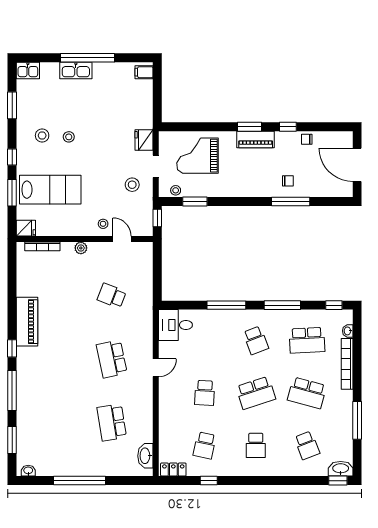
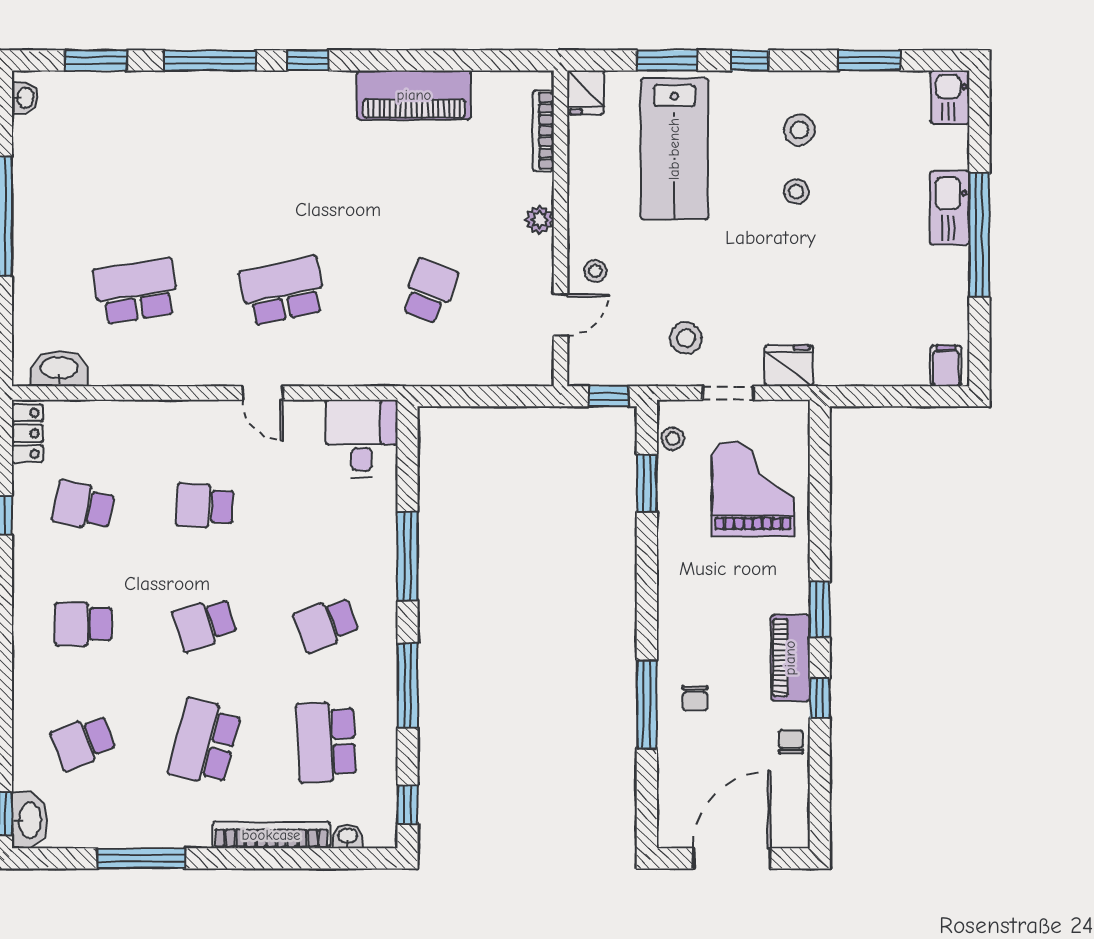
piano: (256, 139) -> (790, 658), moved
piano: (27, 322) -> (414, 95), moved
school desk: (256, 393) -> (205, 624), width x0.54

